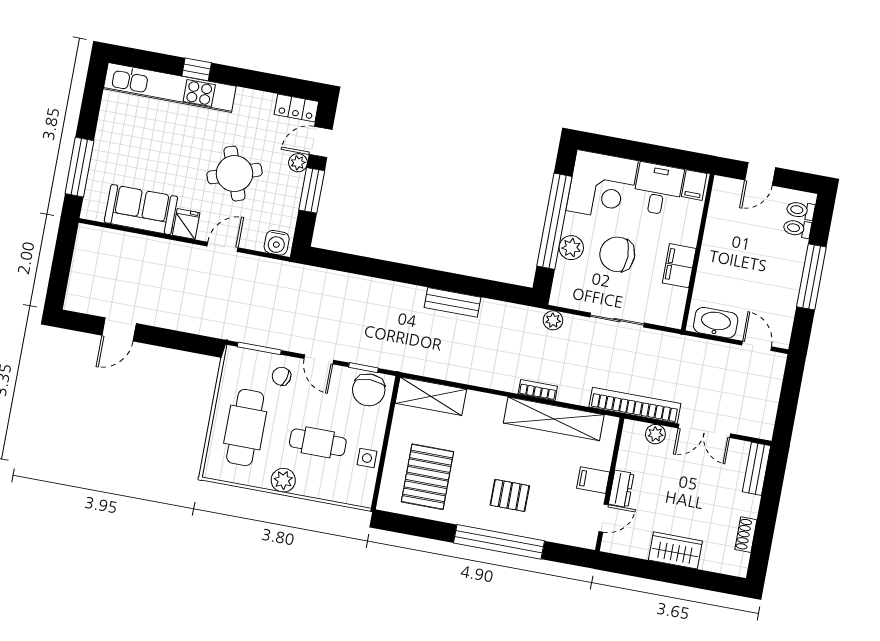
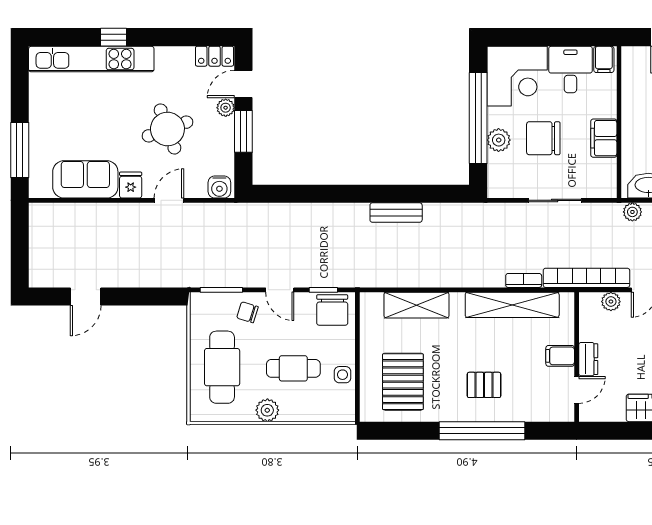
plant: (553, 320) -> (632, 212), moved
bookcase: (538, 390) -> (524, 280), moved
shelving: (431, 396) -> (416, 305), moved

